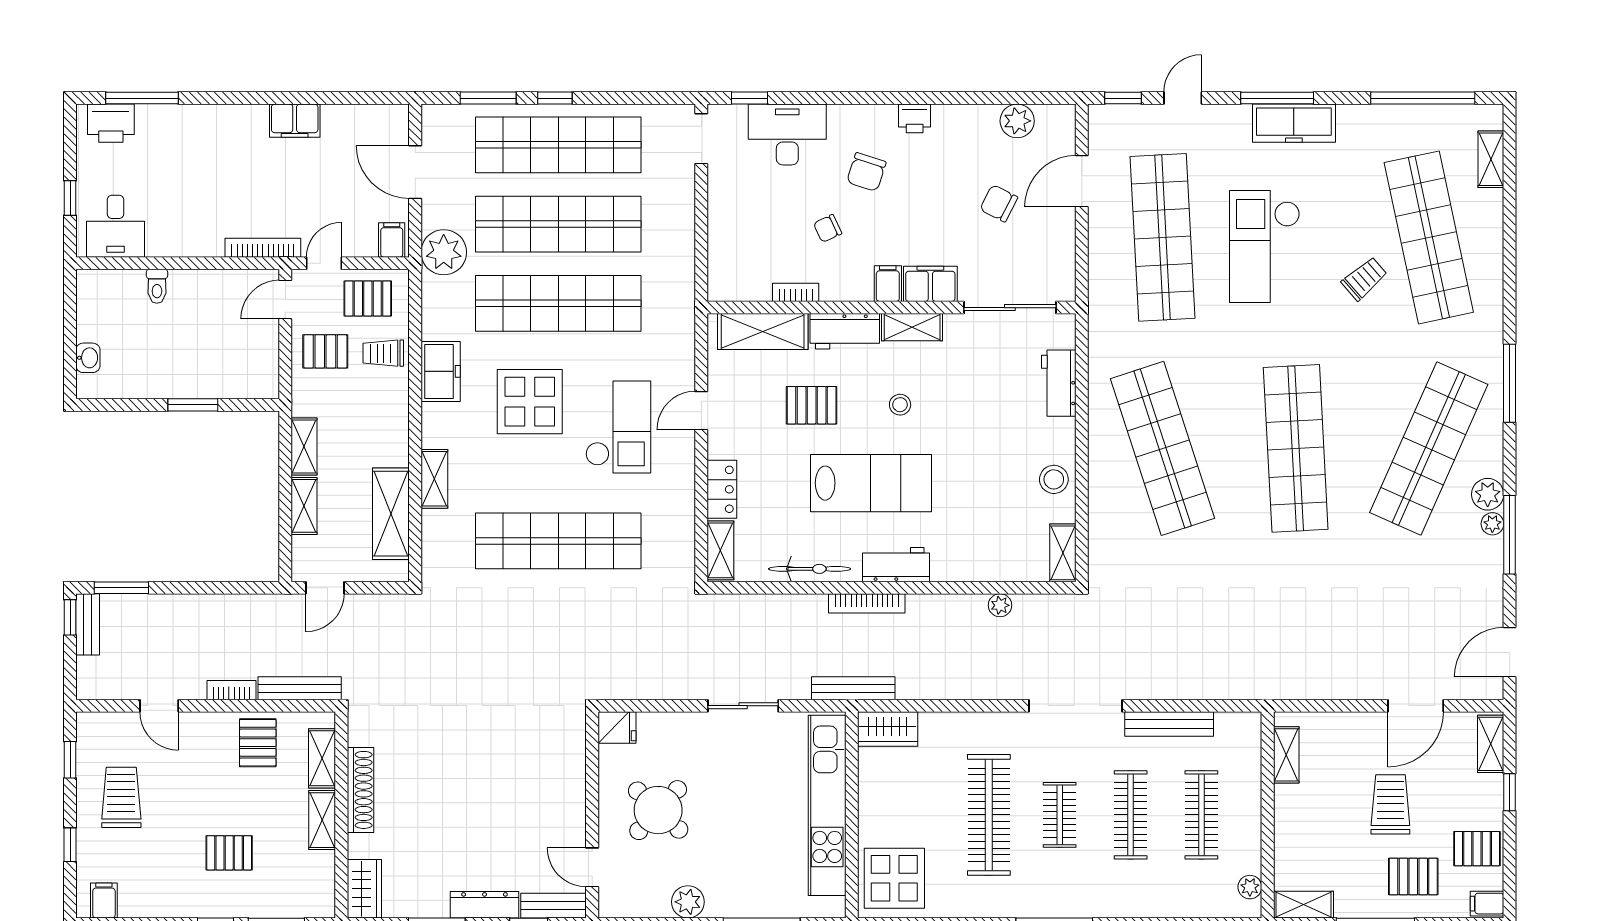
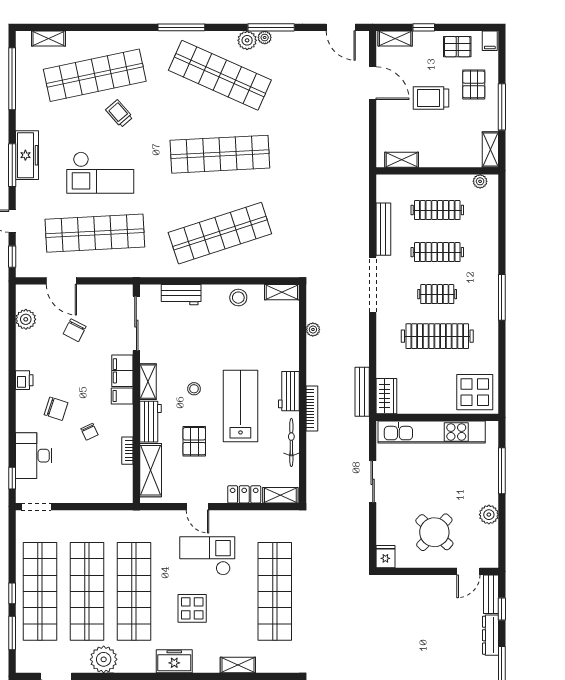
display table: (530, 402) -> (192, 608), width x0.73, depth x0.73
bench: (853, 688) -> (362, 392), moved
pallet: (1477, 849) -> (457, 47), turned 90

